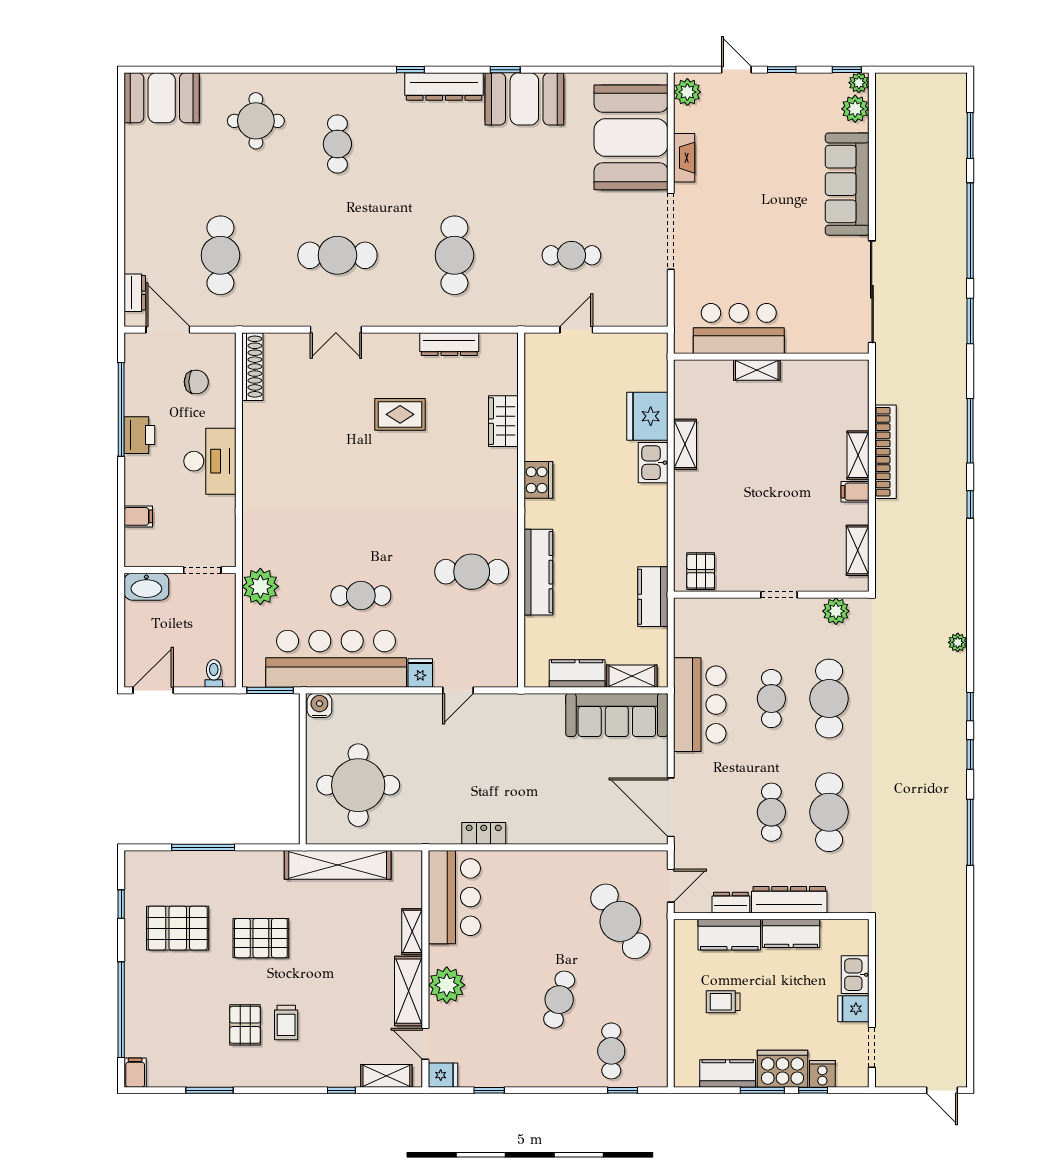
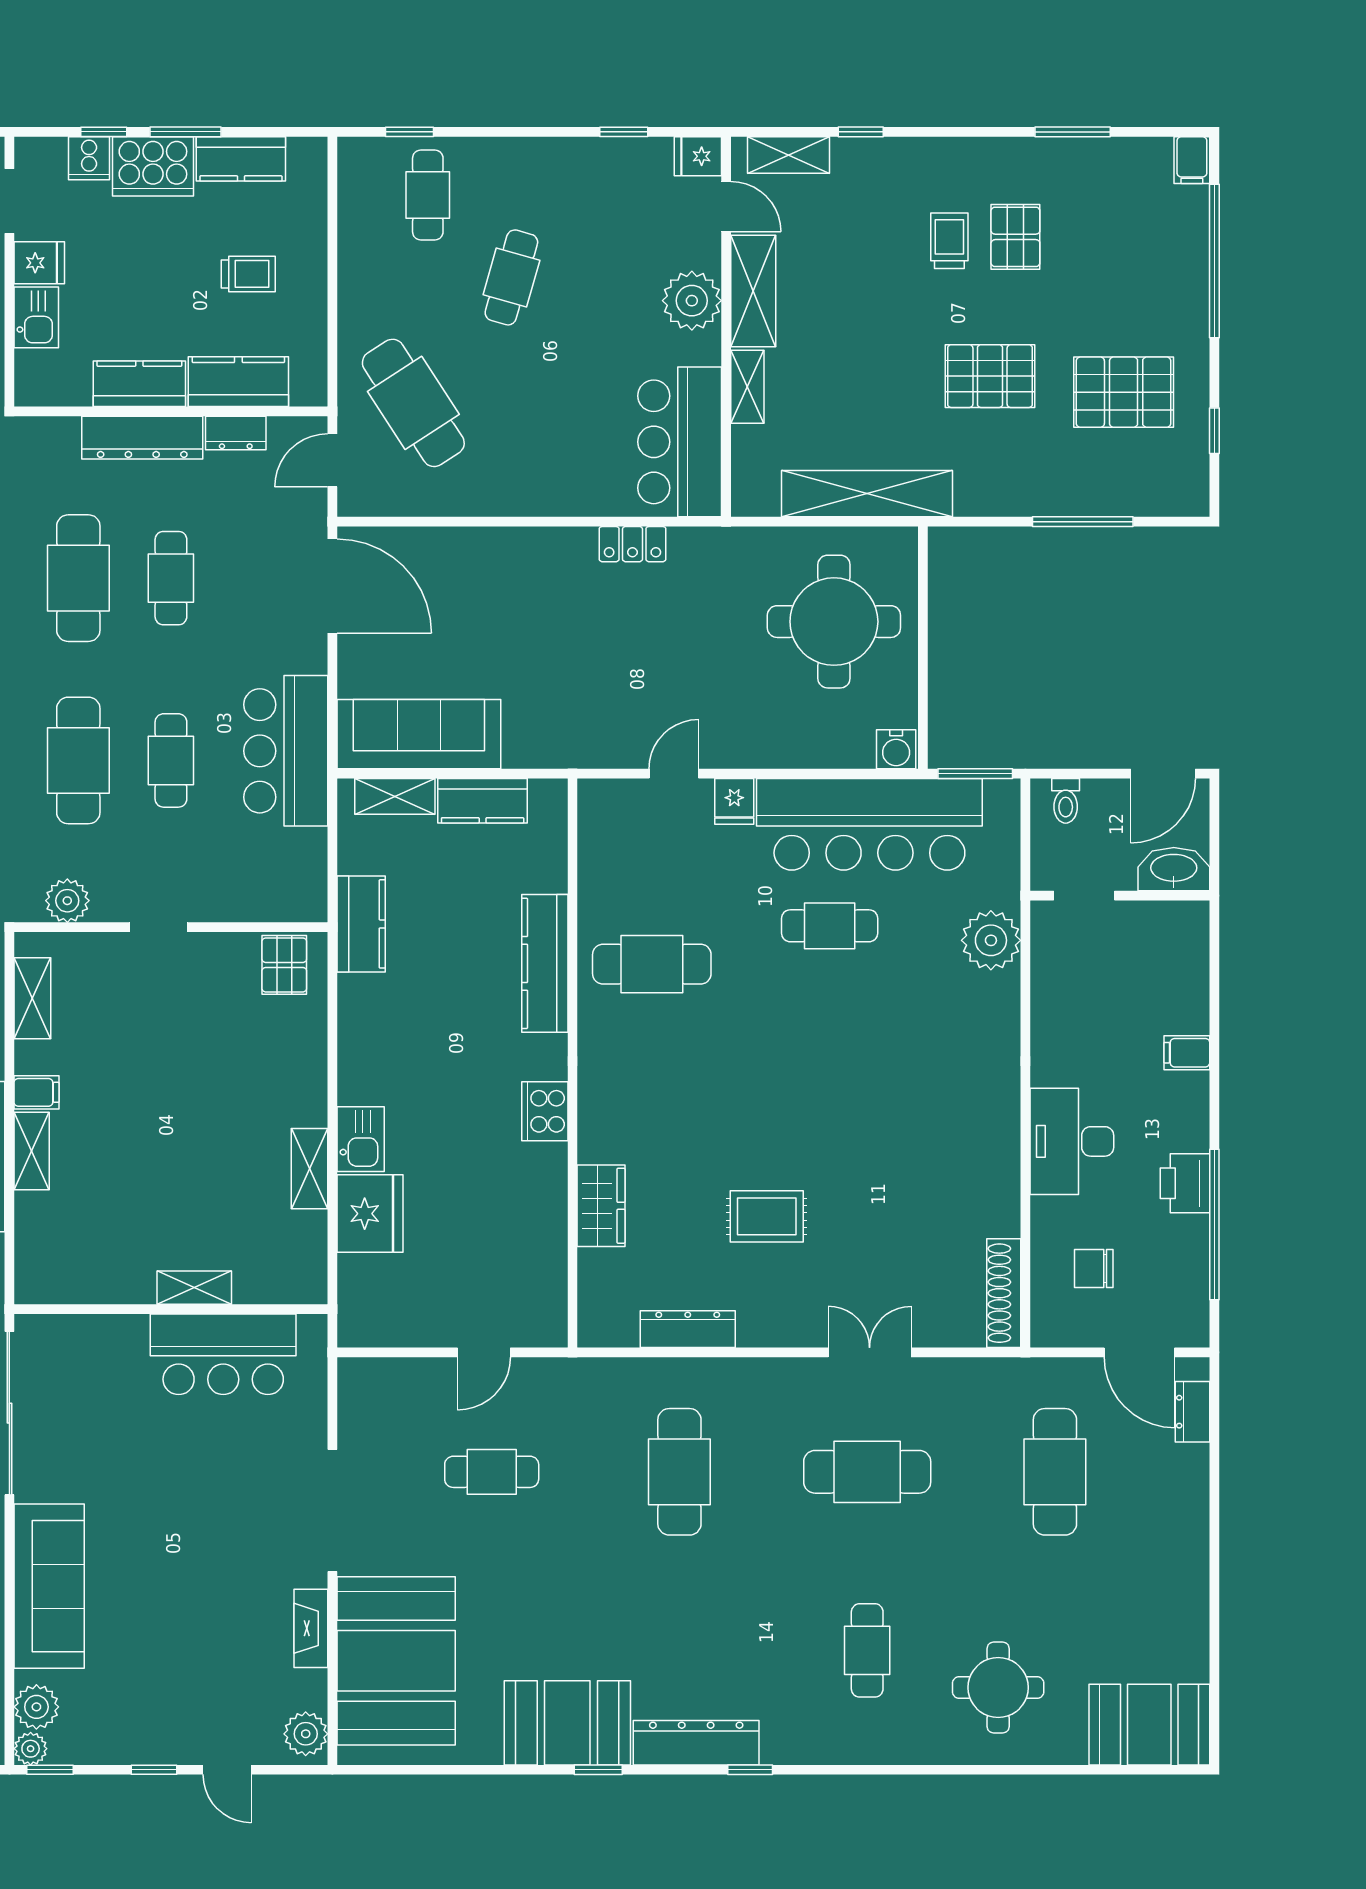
wall: (180, 570) -> (1120, 896), moved
doorway: (202, 570) -> (1084, 896), moved
washbasin: (146, 587) -> (1174, 869), moved

